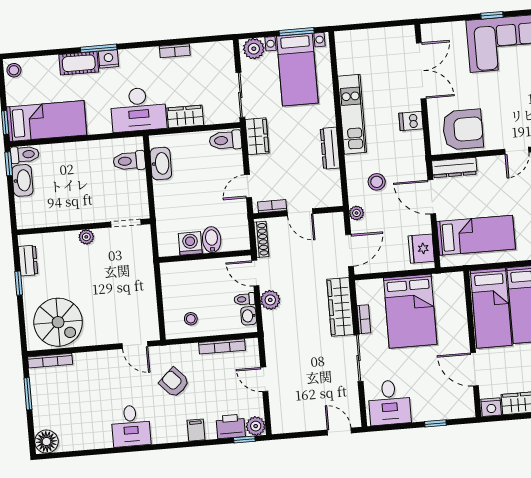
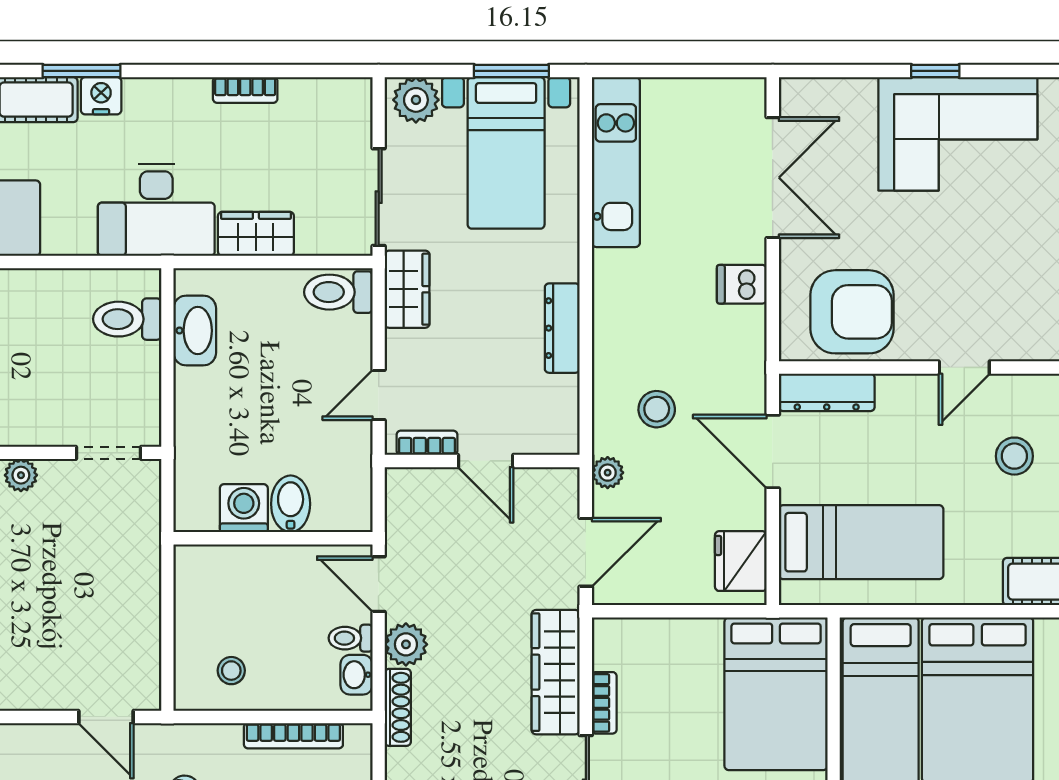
kitchen unit: (352, 114) -> (616, 162), moved
shoe rack: (261, 239) -> (398, 707), moved
bed: (410, 311) -> (776, 694), moved

